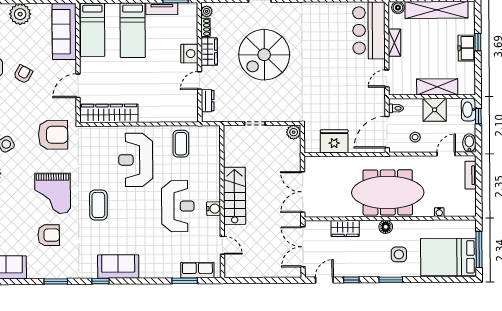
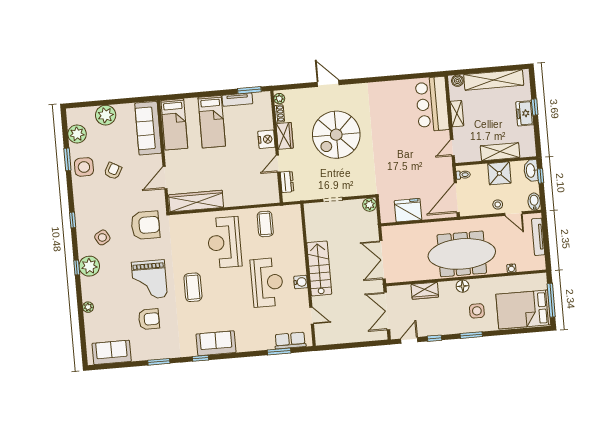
stool: (415, 137) -> (498, 205), moved
door: (446, 154) -> (514, 214), swing flipped
tv unit: (471, 175) -> (538, 237), width x1.41

